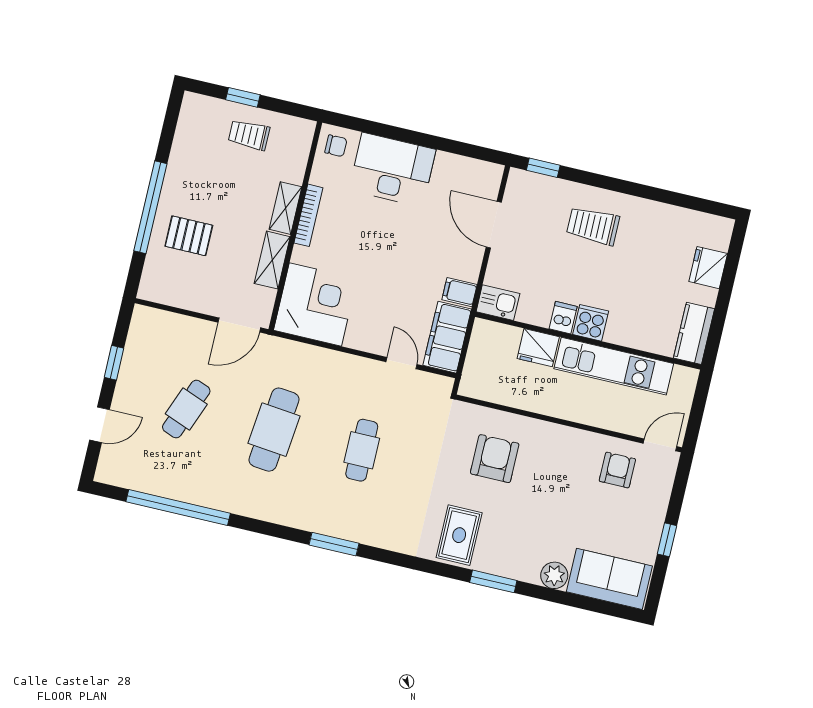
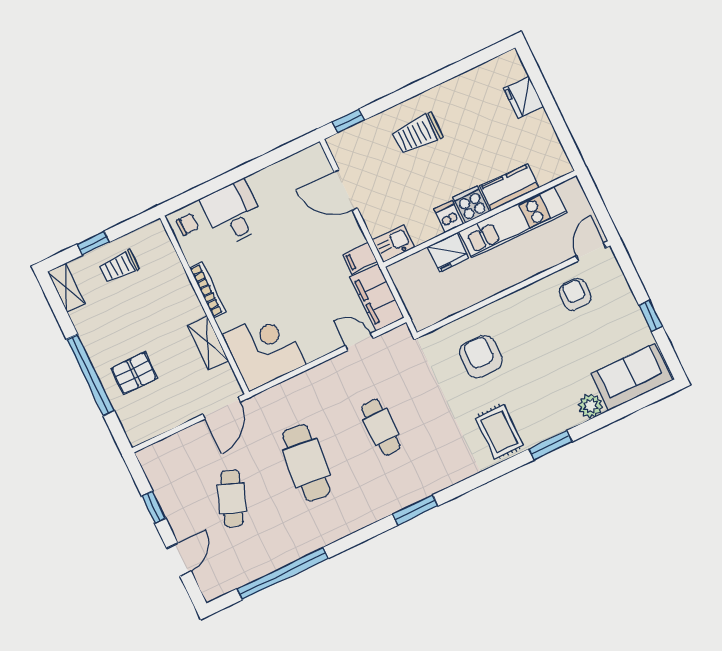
desk: (392, 170) -> (233, 213), width x0.73
shelving: (286, 208) -> (66, 288), moved
kitchen counter: (694, 333) -> (509, 187), moved, turned 90

